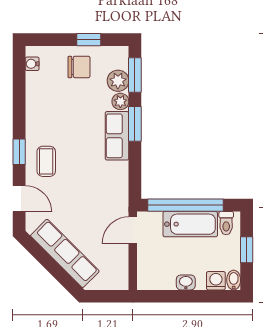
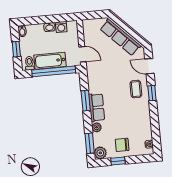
plant: (118, 81) -> (100, 153), moved
window: (135, 124) -> (86, 101), moved
door: (133, 230) -> (83, 54), hinge flipped
washing machine: (216, 281) -> (61, 27), moved

